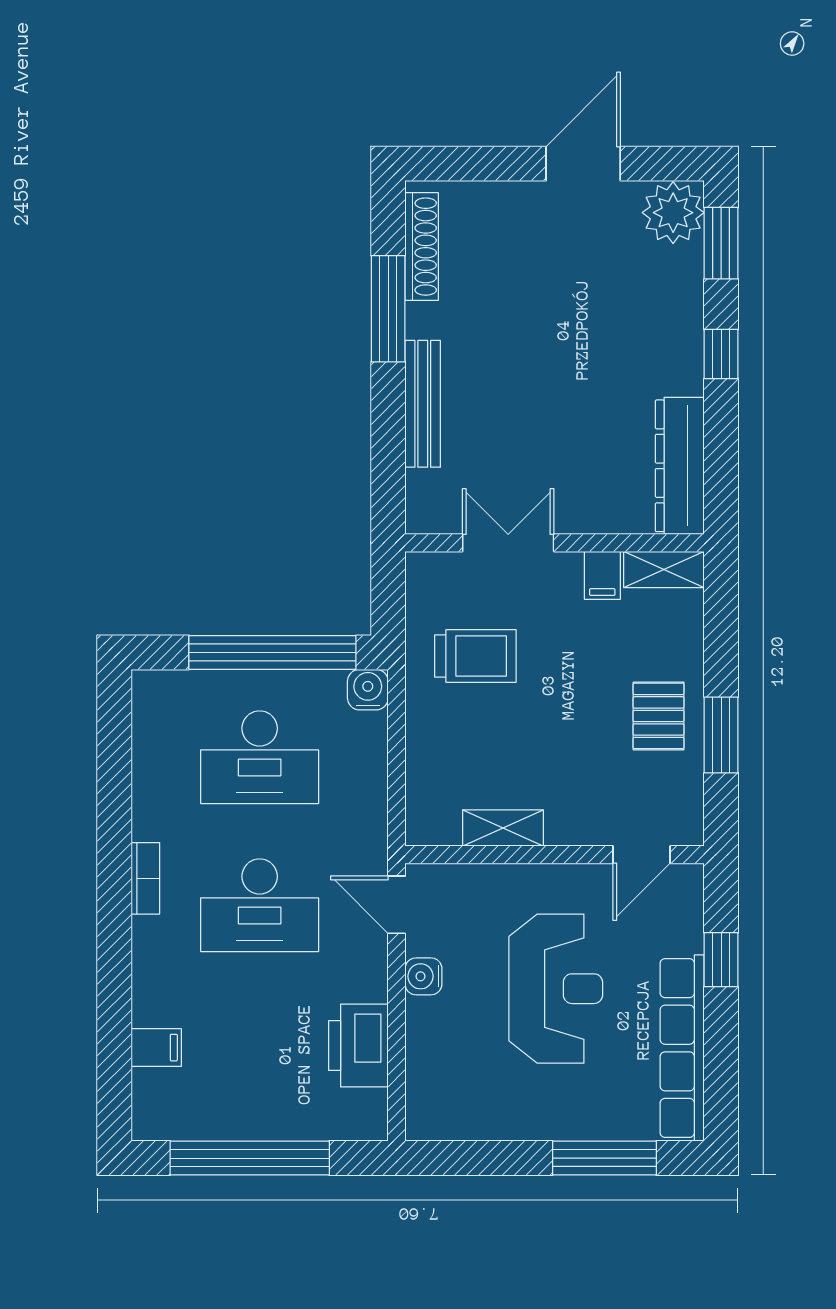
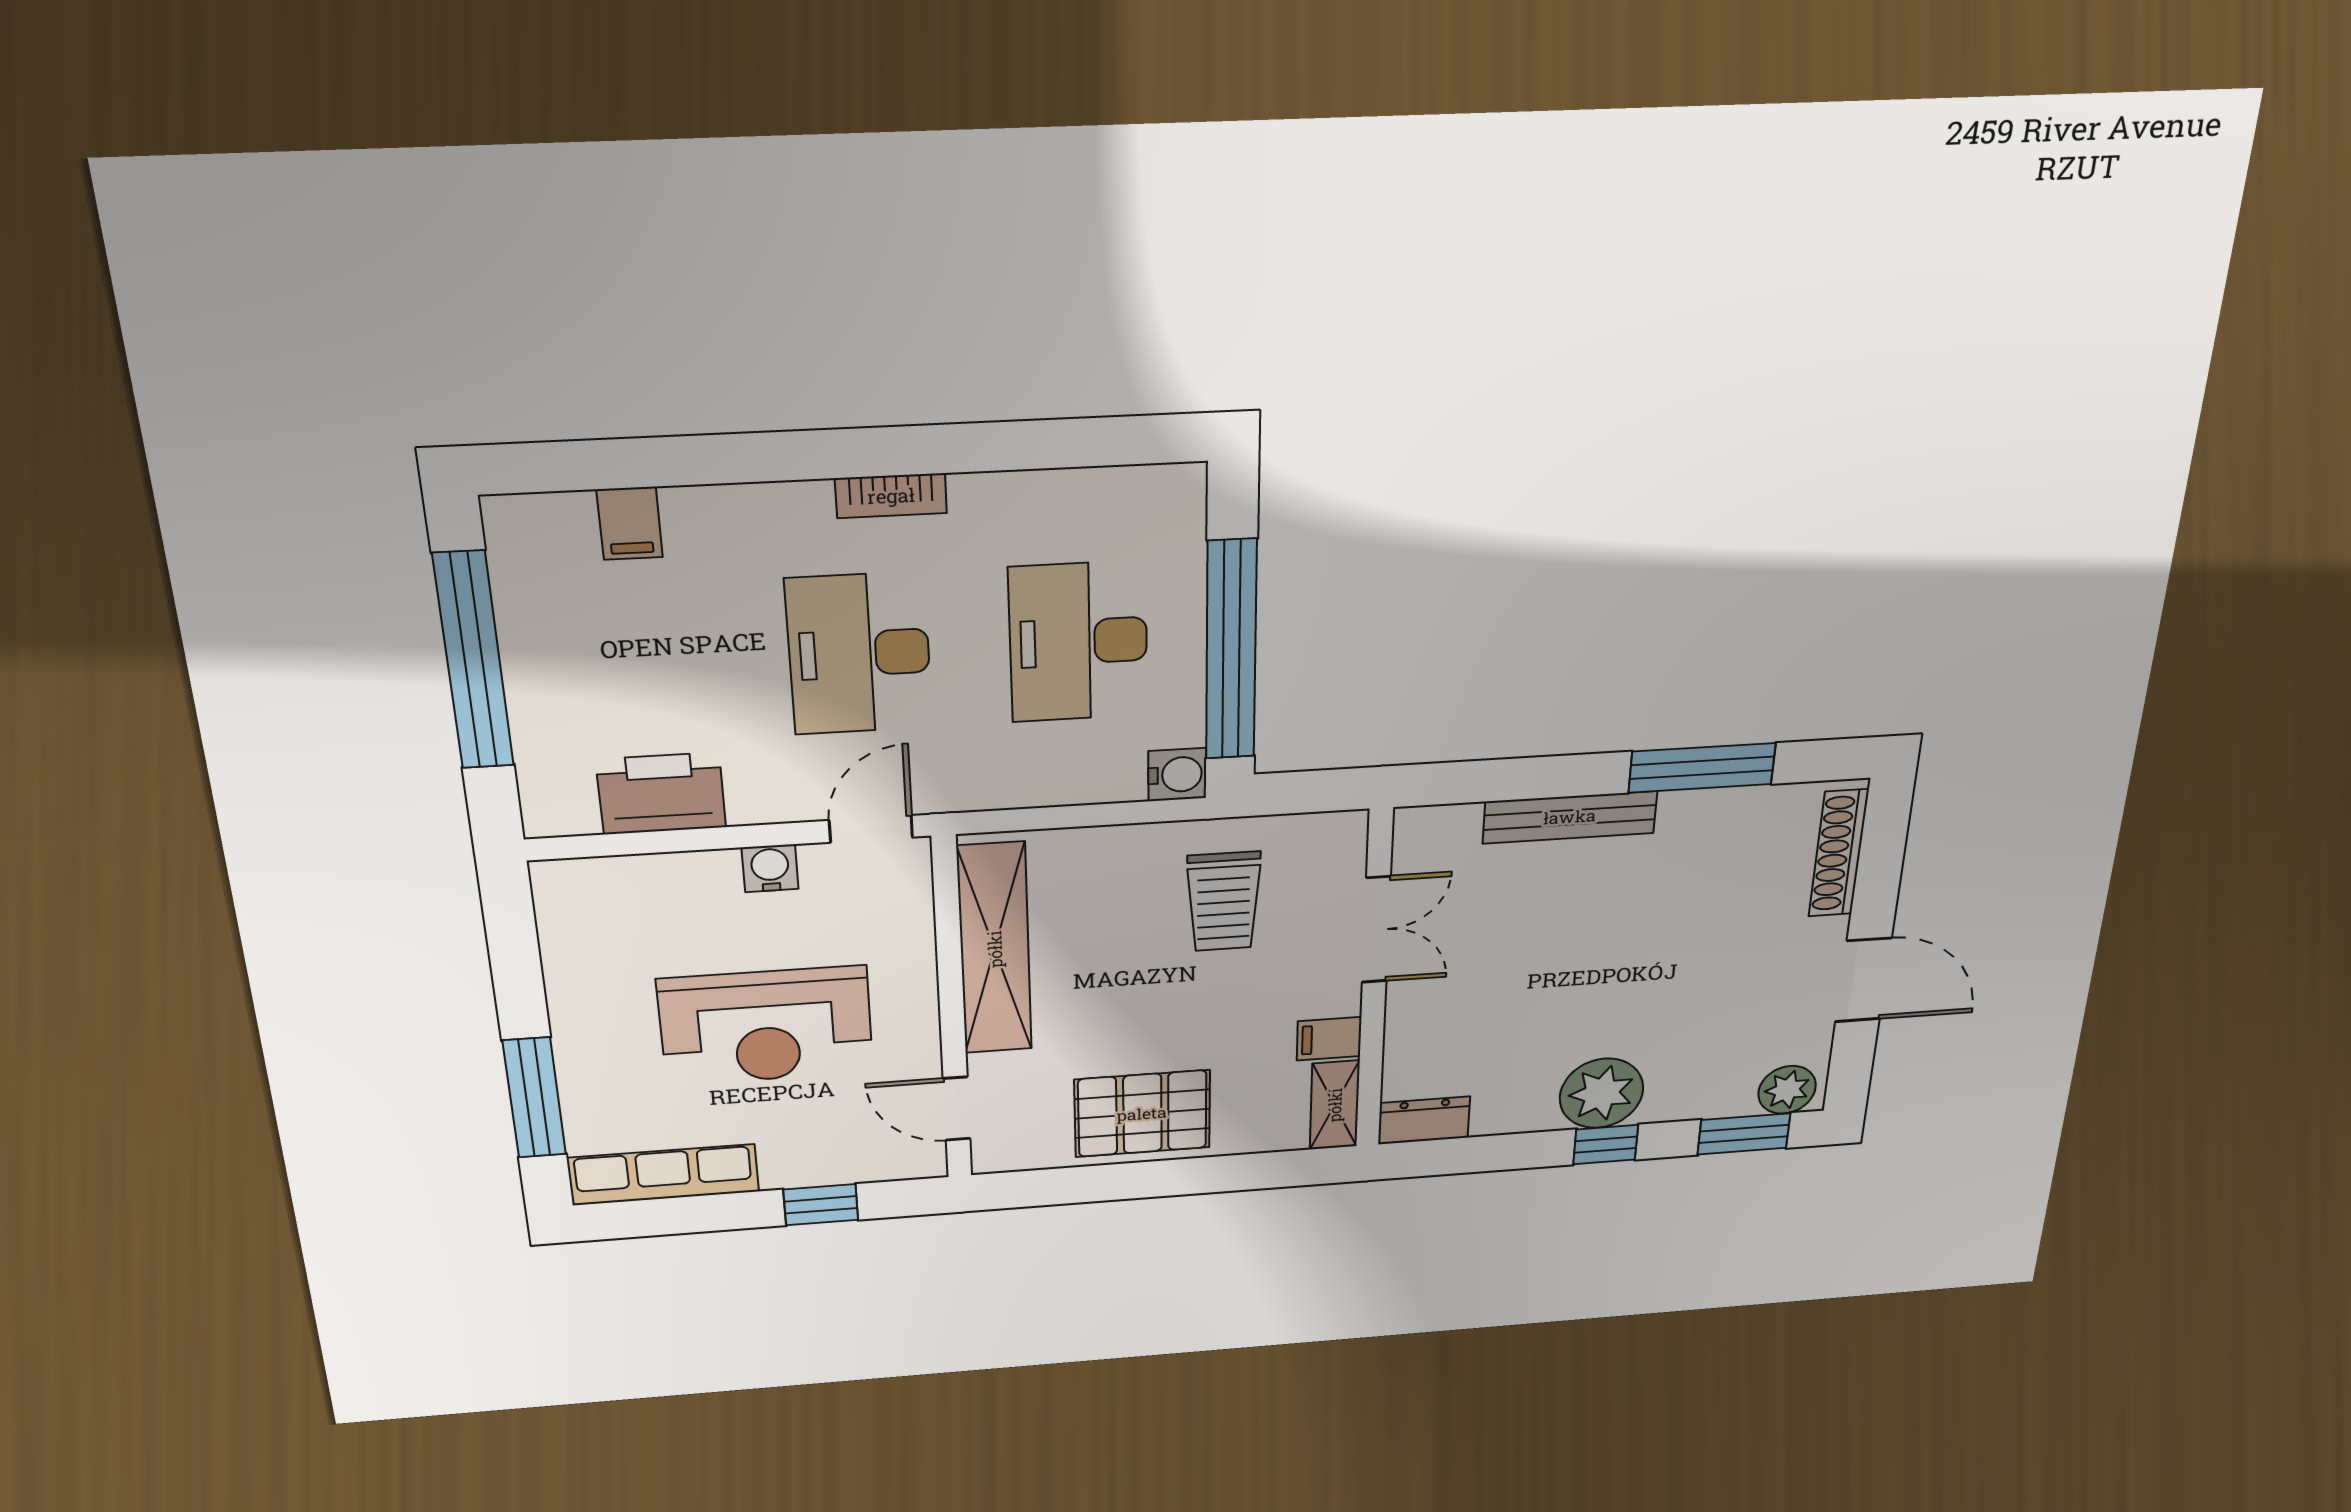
plant: (673, 213) -> (1787, 1090), width x0.73, depth x0.73
shoe rack: (422, 247) -> (1838, 853), moved, turned 90
plant: (672, 361) -> (1601, 1093), added
dresser: (680, 466) -> (1424, 1120), width x0.51, depth x0.80
pallet: (659, 716) -> (1142, 1114), width x1.50, depth x1.42
window: (721, 735) -> (1118, 1182), removed
shelving: (503, 828) -> (995, 949), width x2.20, depth x1.33
row of seats: (682, 1048) -> (663, 1175), width x0.73

